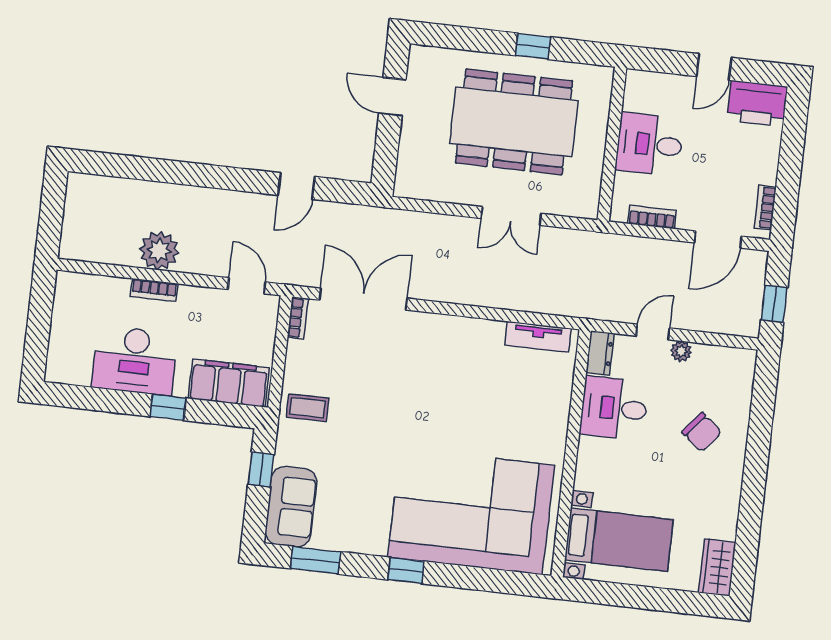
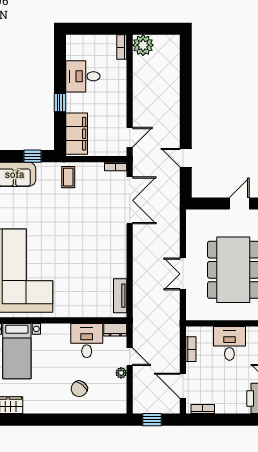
plant: (159, 251) -> (143, 45), moved
bookcase: (154, 290) -> (122, 47), moved
desk: (135, 361) -> (83, 76), width x0.73

